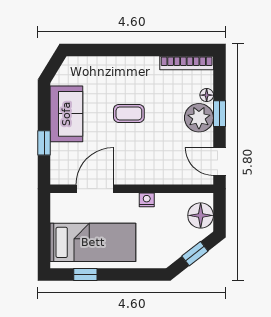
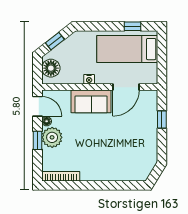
floor lamp: (207, 95) -> (47, 121), moved
coffee table: (129, 113) -> (102, 140), removed
sofa: (66, 114) -> (91, 101), moved, turned -90

